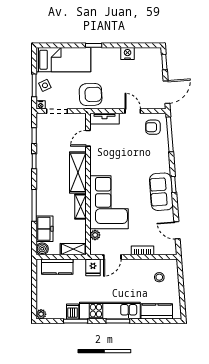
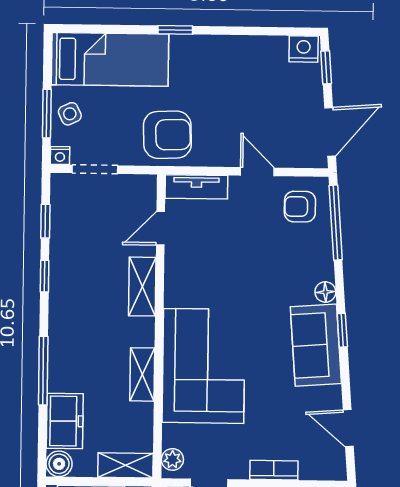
nightstand: (128, 54) -> (304, 49), moved
floor lamp: (165, 167) -> (325, 292), added
shelving: (78, 172) -> (142, 287), width x0.67, depth x0.75
plant: (95, 235) -> (172, 459), moved

